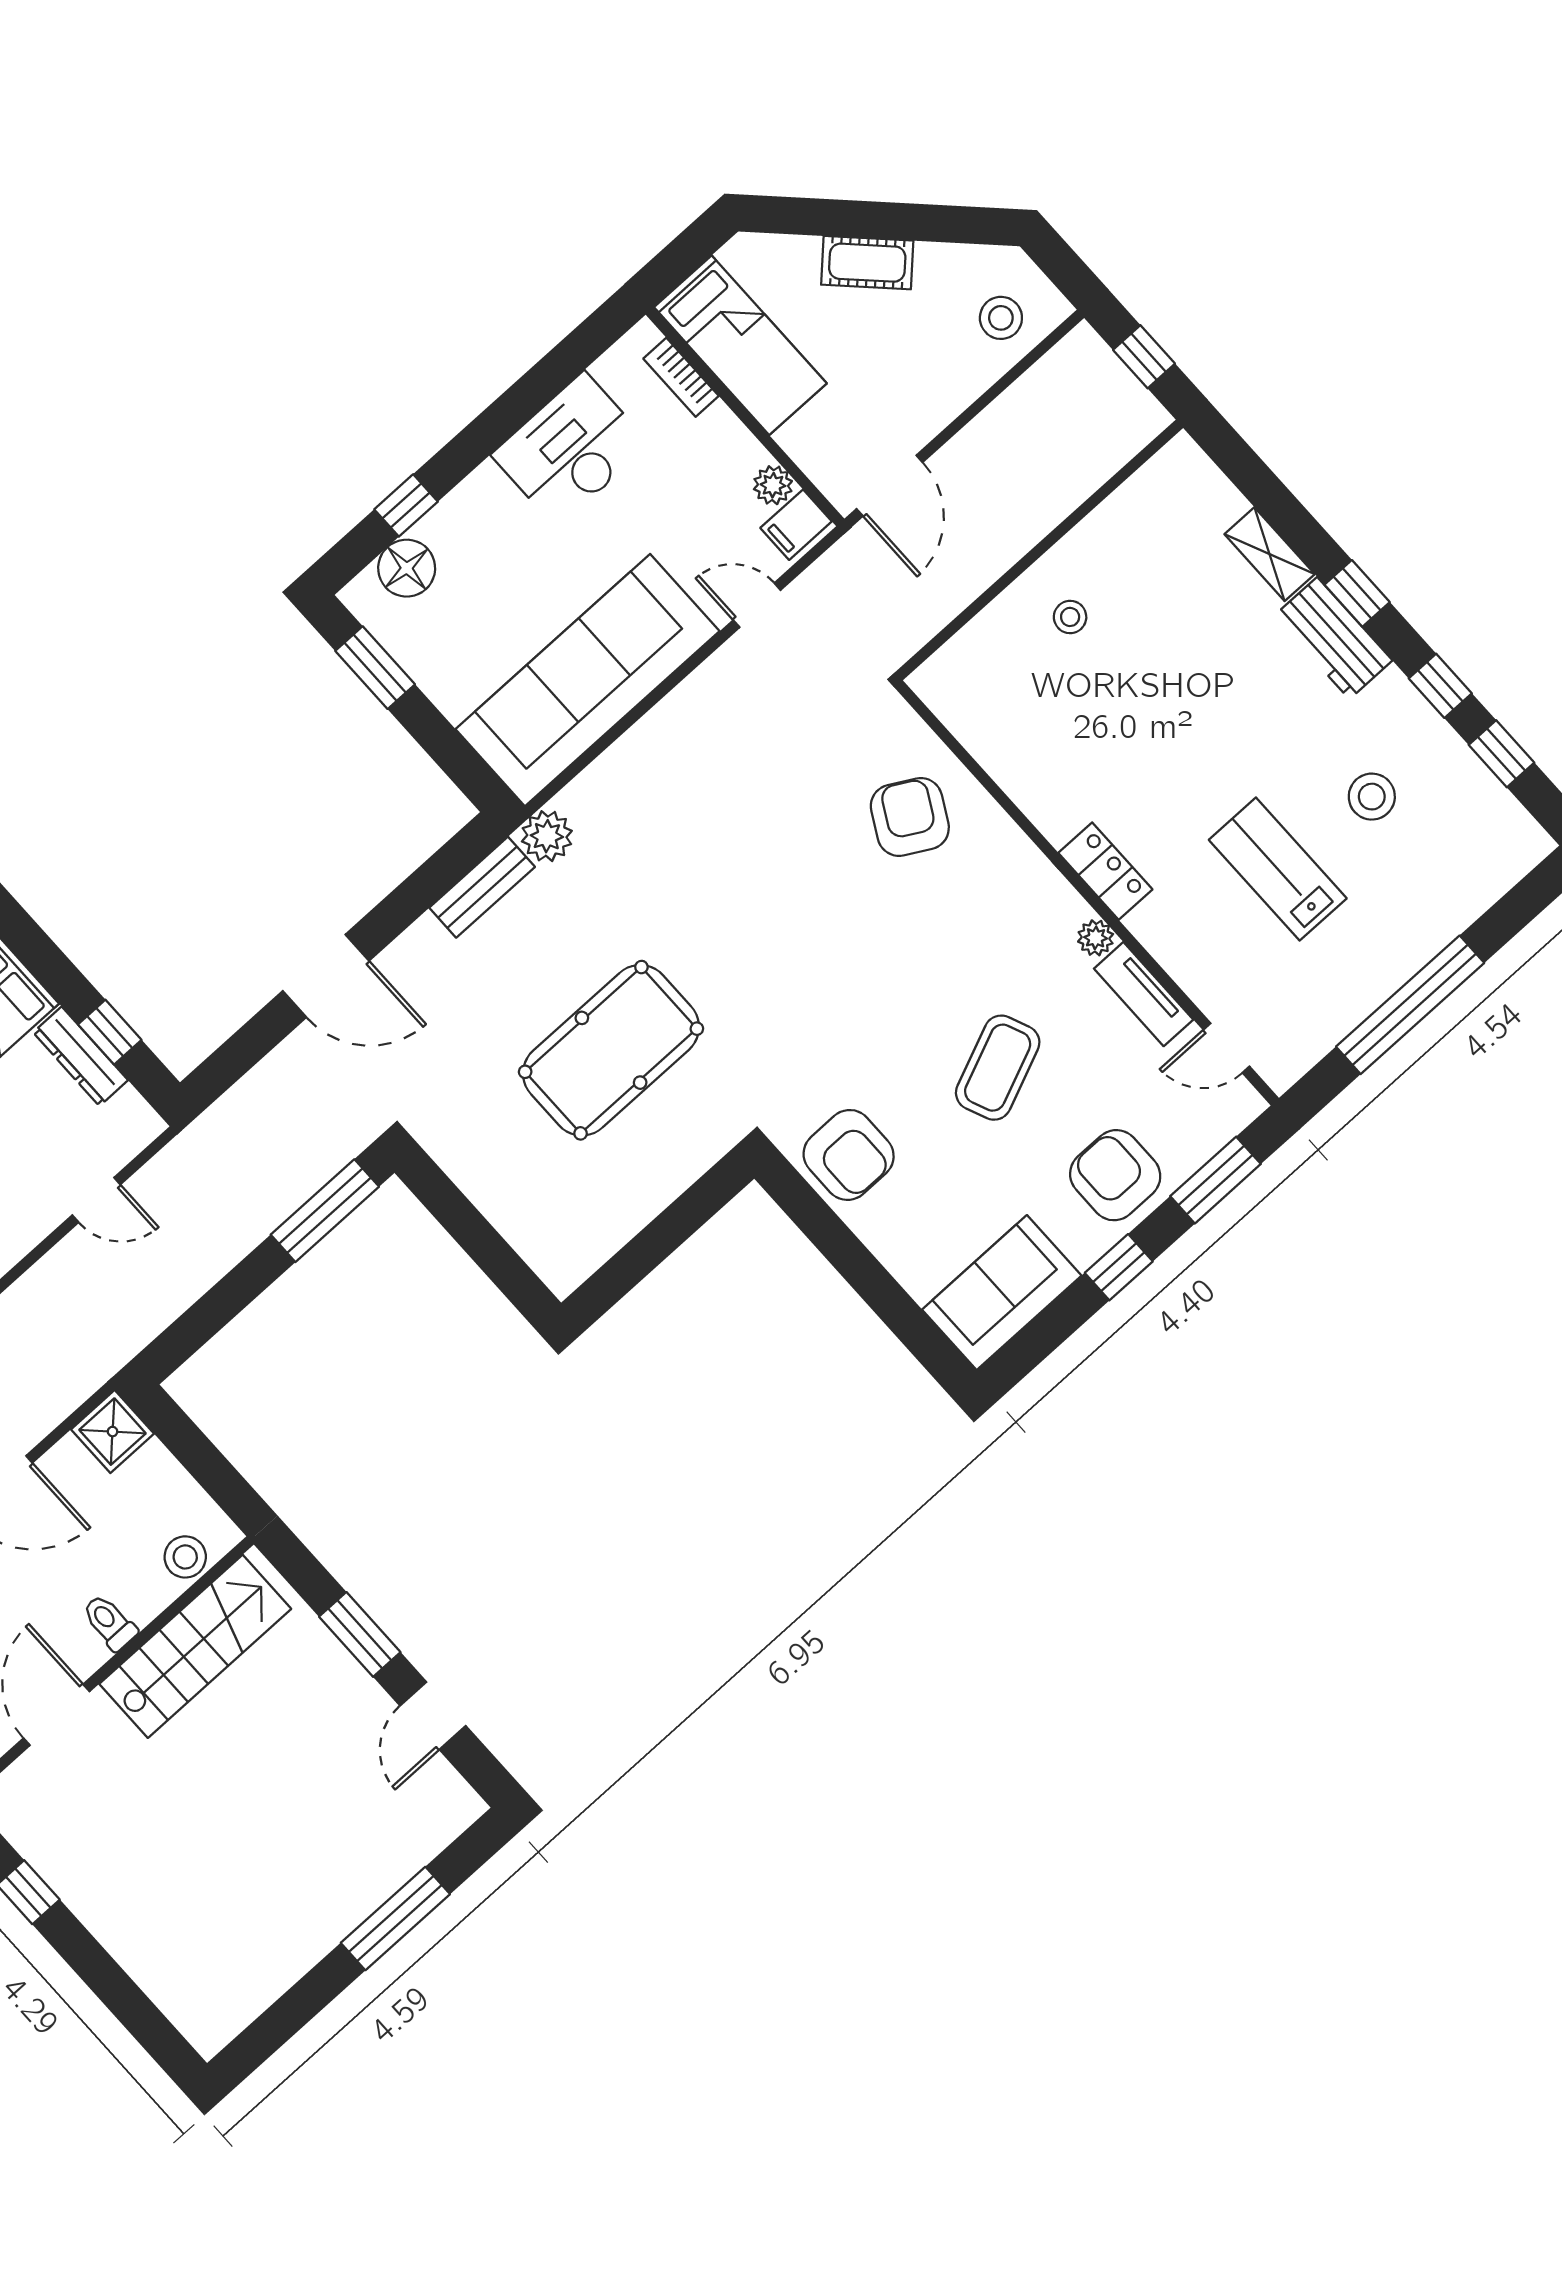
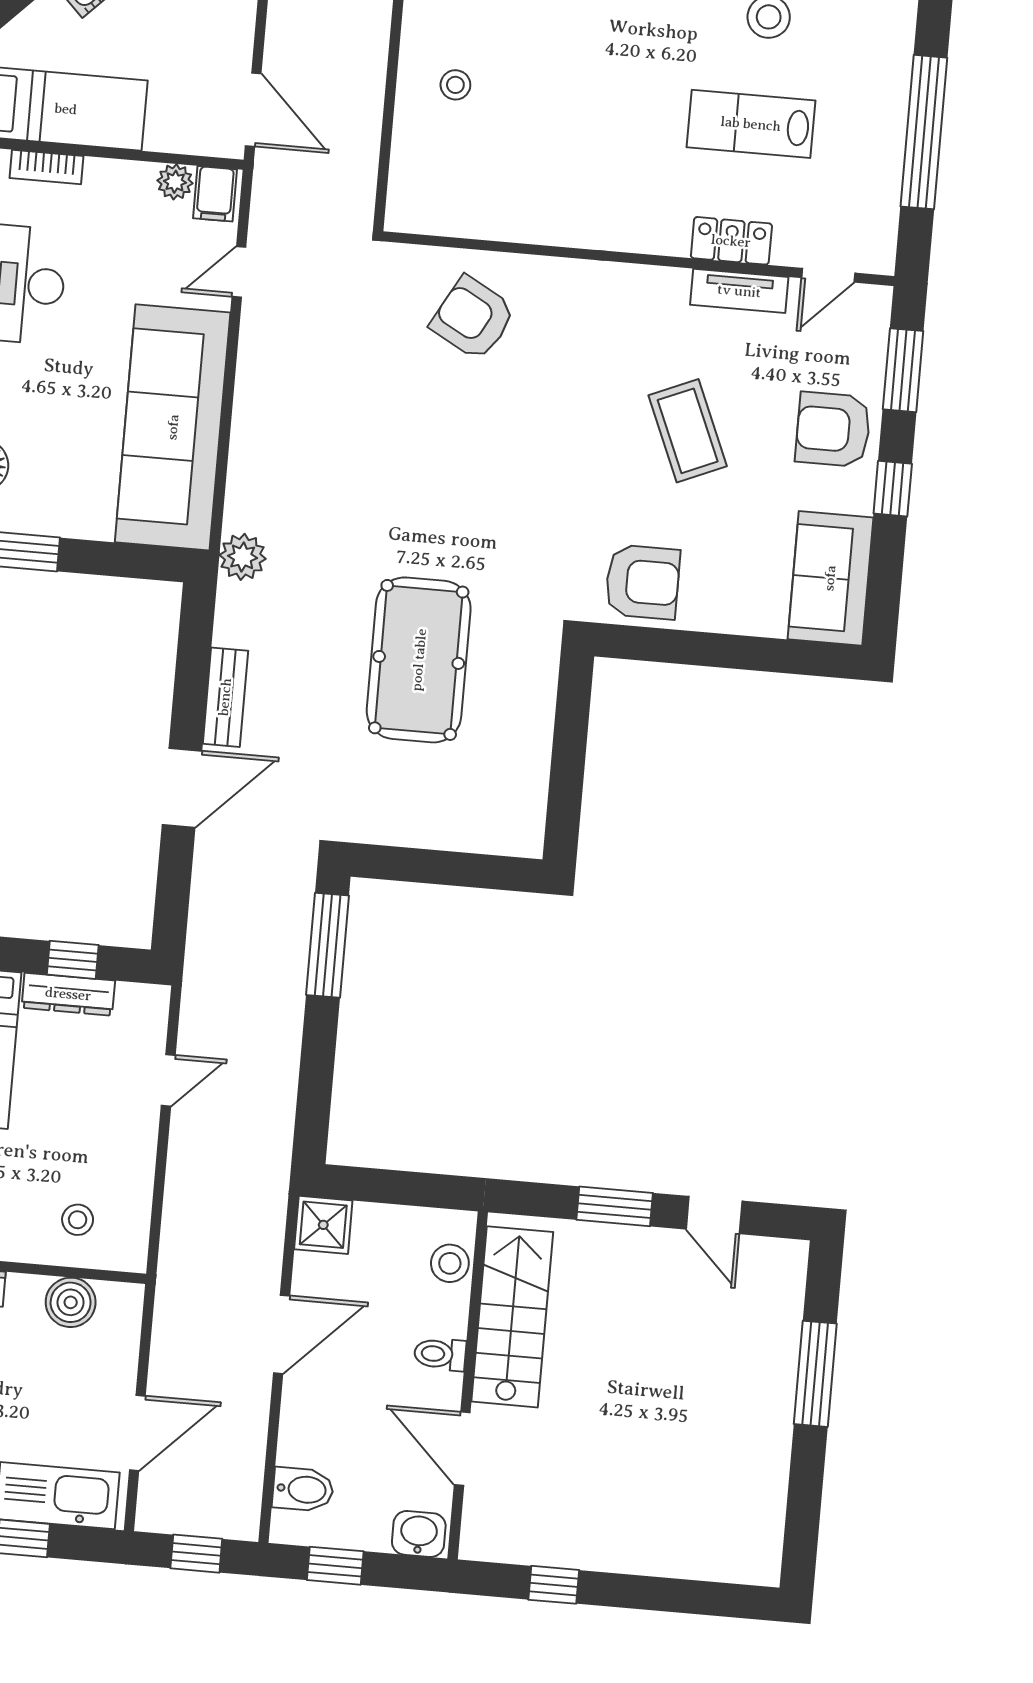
locker: (1105, 871) -> (731, 241), moved
bench: (482, 887) -> (225, 697), moved
plant: (1096, 938) -> (672, 283), removed

